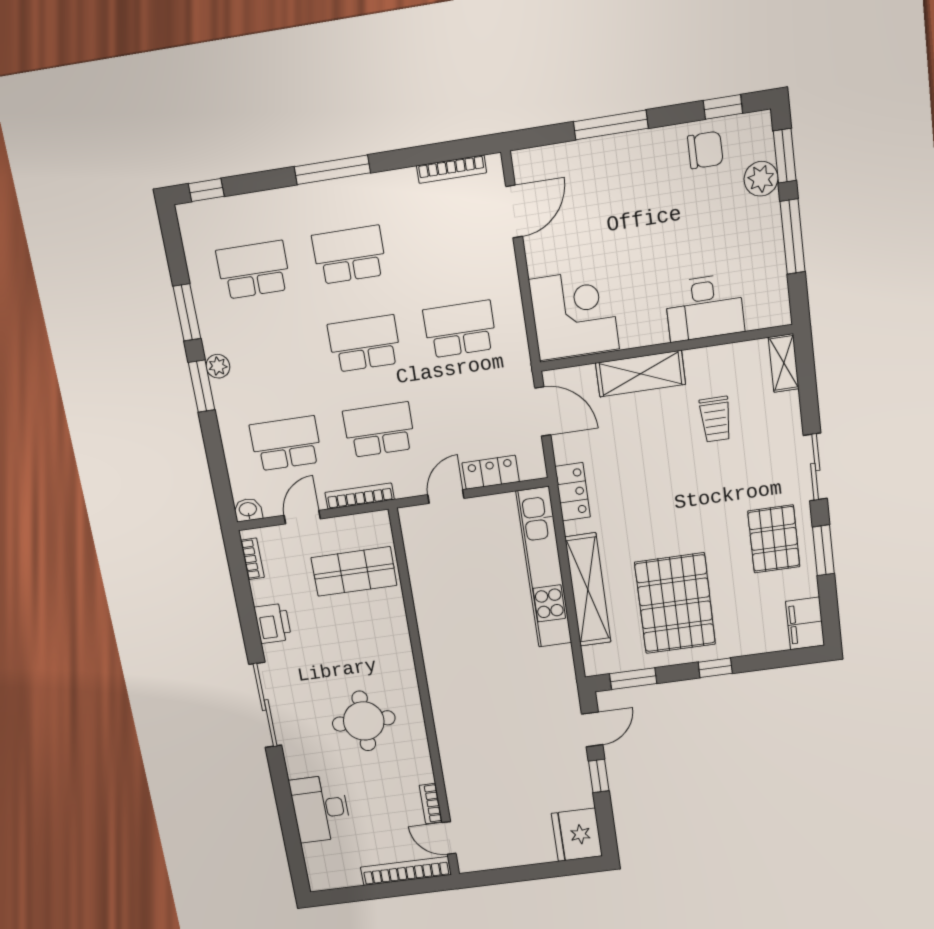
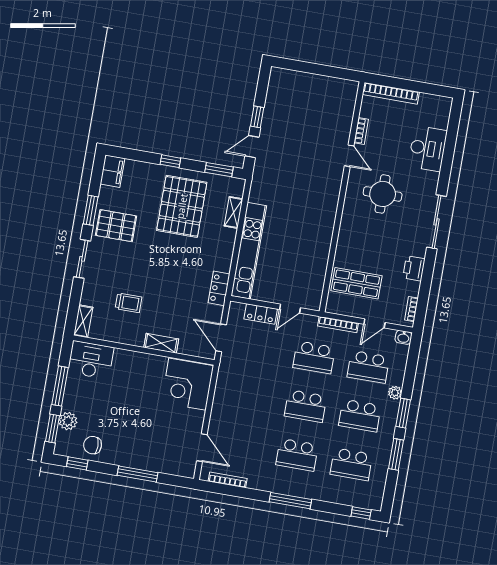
door: (514, 211) -> (202, 448), swing flipped
desk: (704, 308) -> (91, 360), moved
school desk: (460, 329) -> (360, 416), moved
plant: (218, 366) -> (395, 393), moved
shelving: (641, 374) -> (161, 343), width x0.67, depth x0.75
trolley: (716, 419) -> (129, 303), turned 90
pallet: (774, 539) -> (116, 226), turned 90
shelving: (588, 590) -> (234, 212), width x0.45, depth x0.75
fridge: (577, 835) -> (282, 84), removed
door: (449, 838) -> (349, 156), moved

